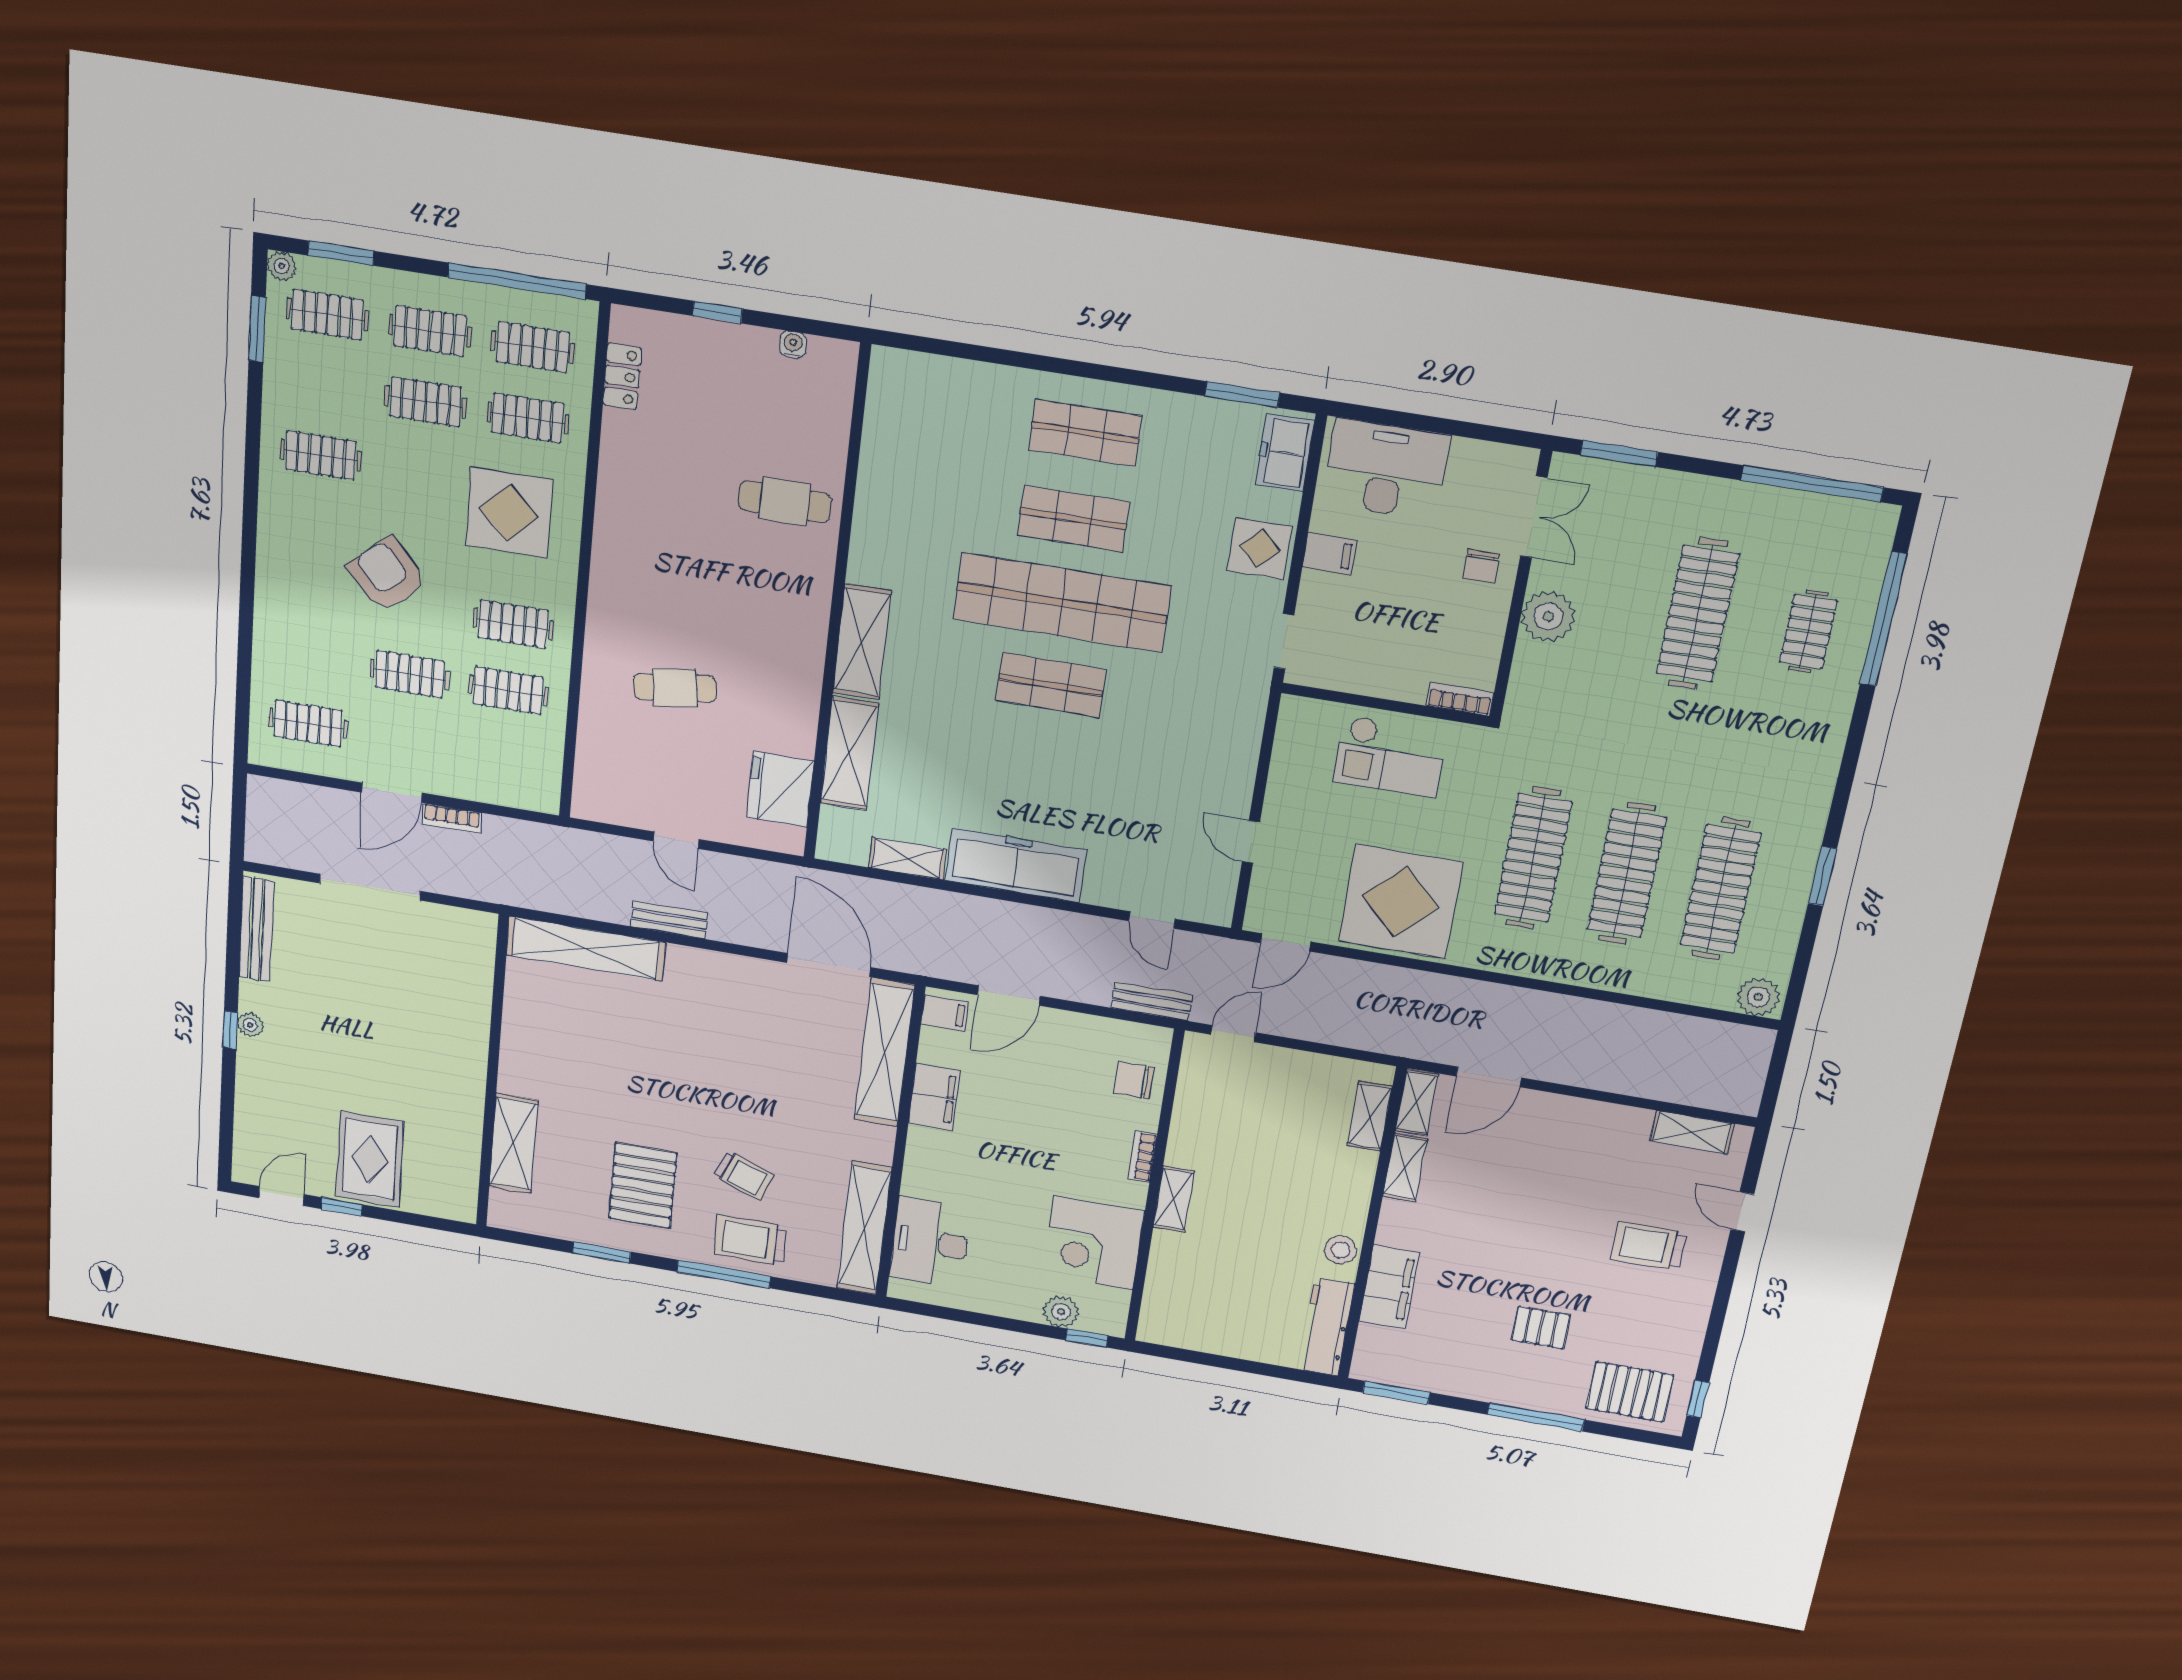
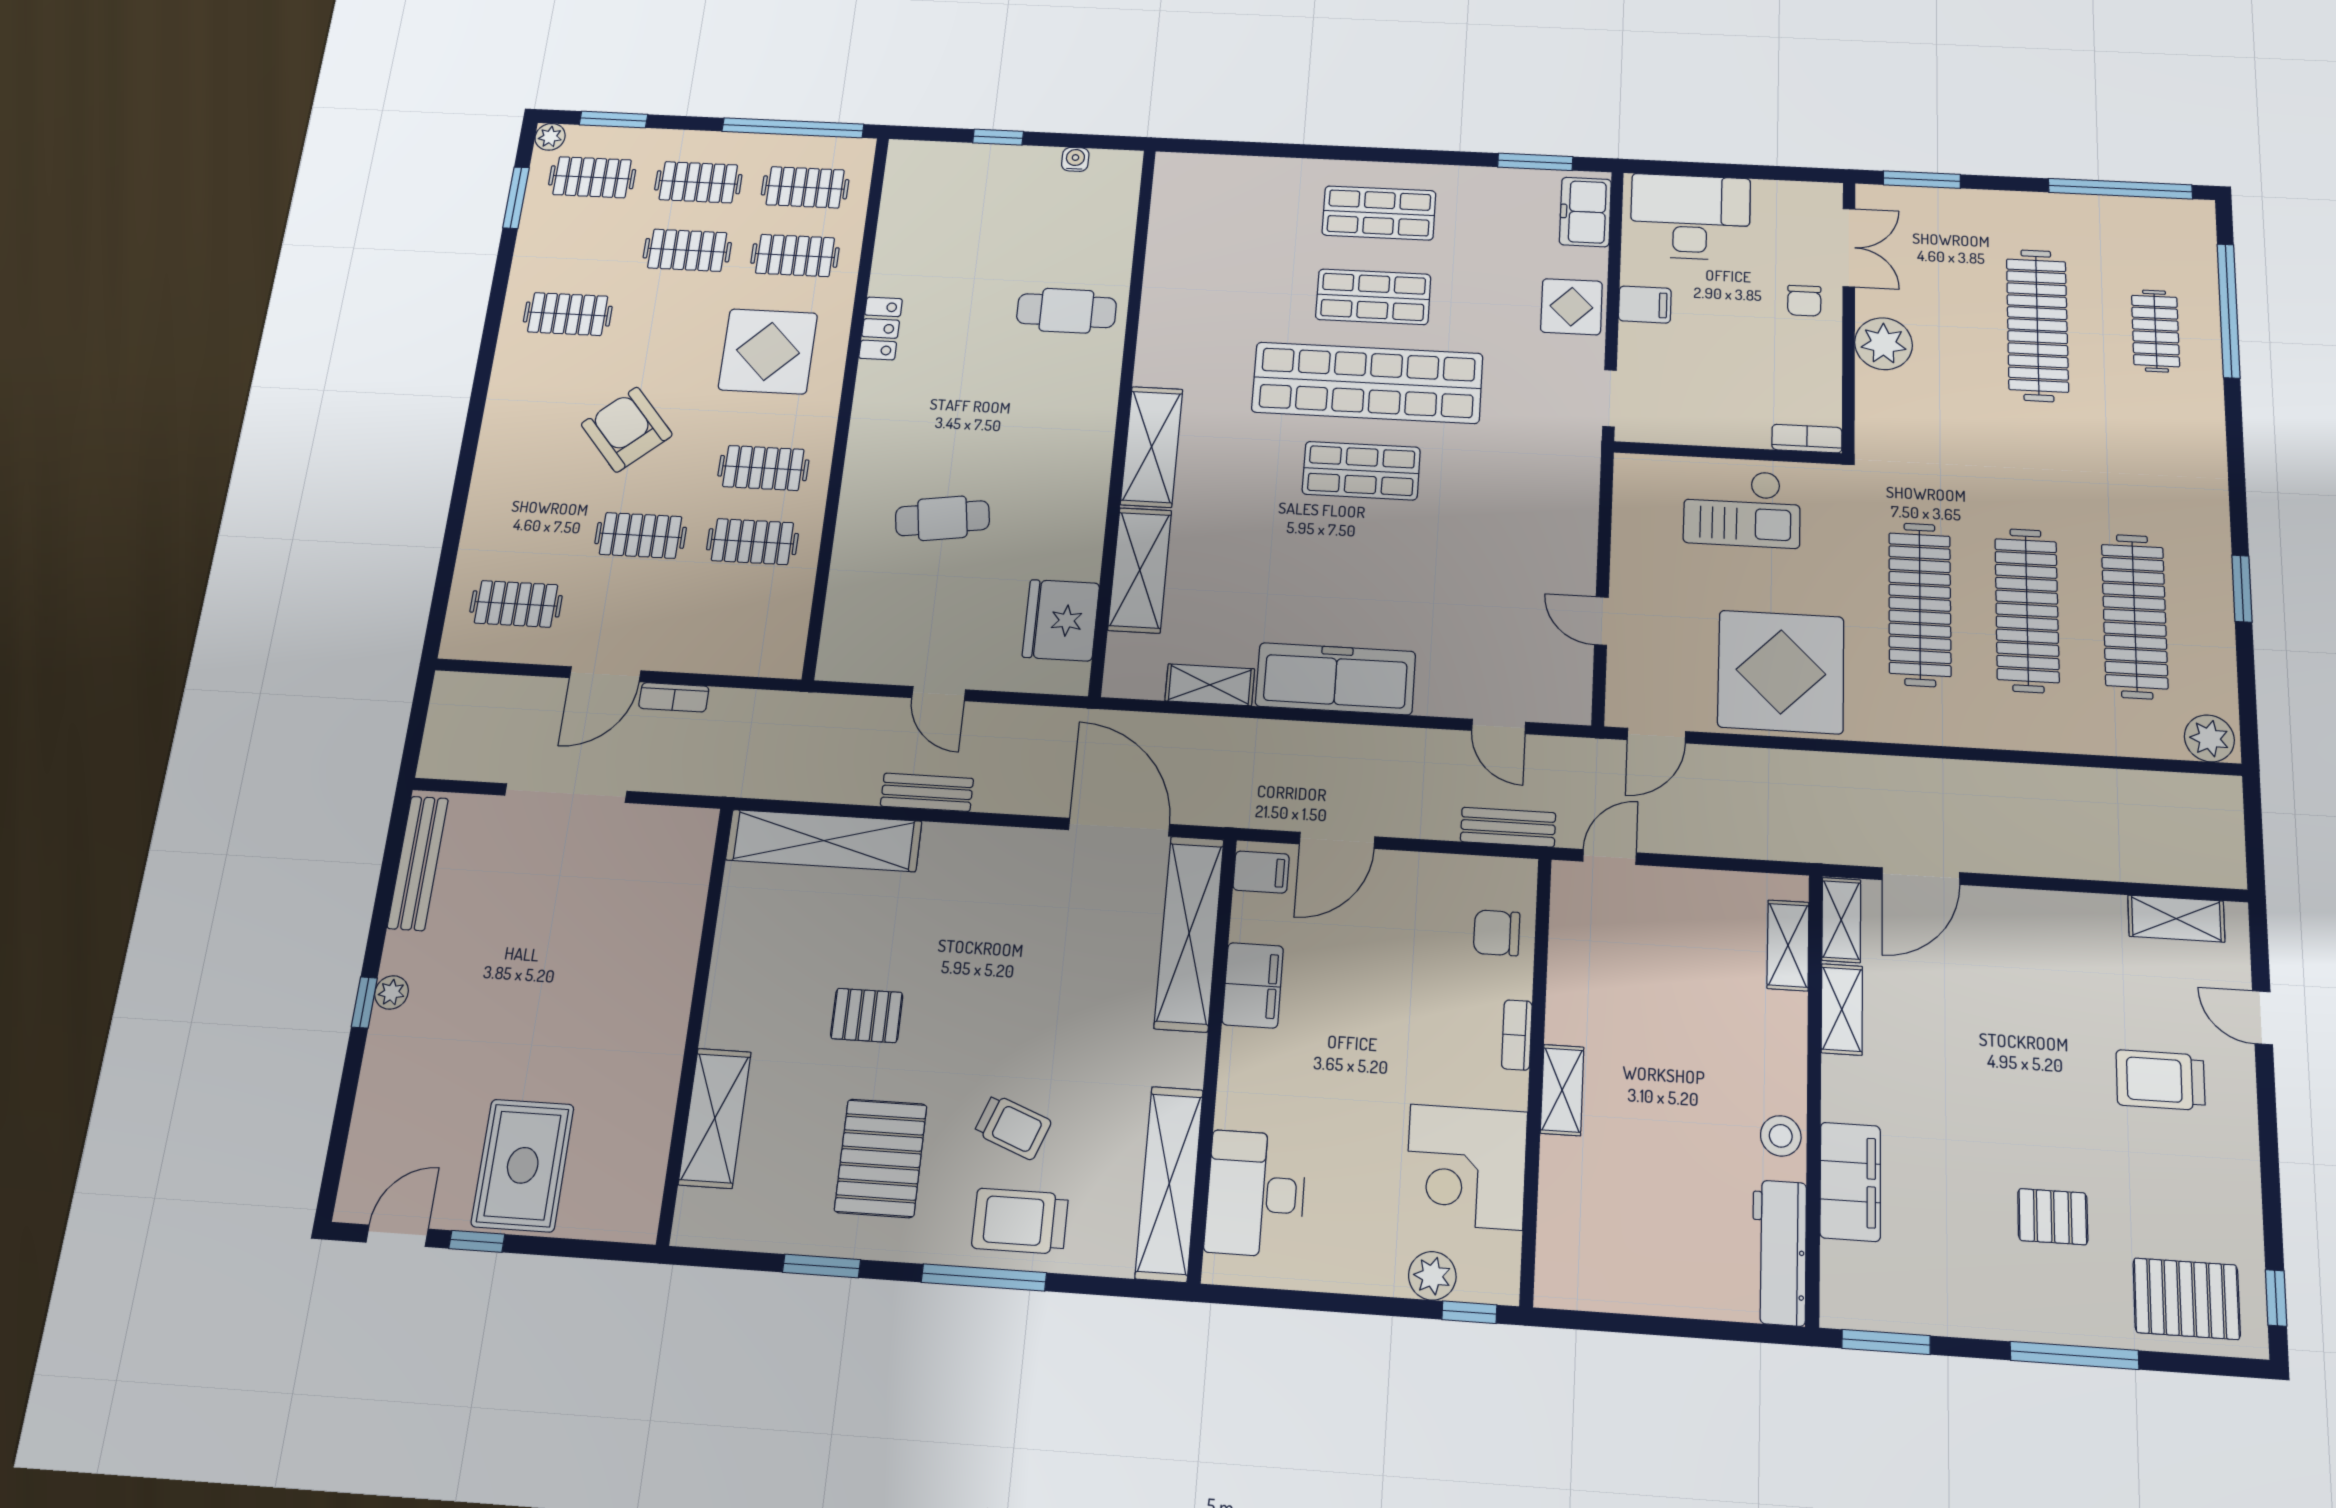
locker: (622, 376) -> (881, 328), moved
pallet: (627, 1084) -> (867, 1015), added

